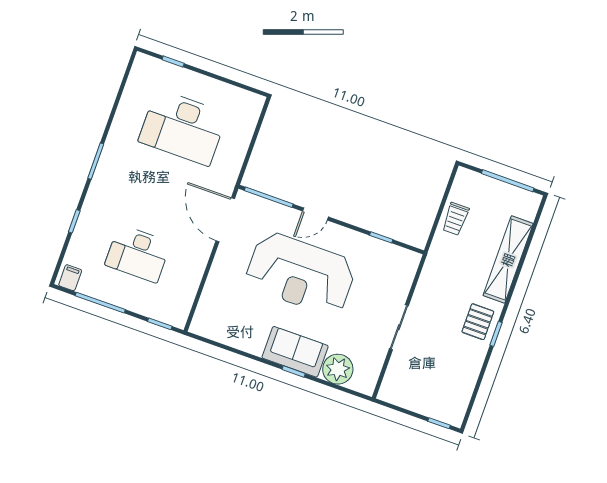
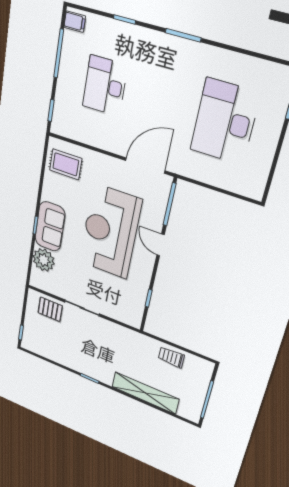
rug: (221, 317) -> (66, 164), added
pallet: (478, 322) -> (50, 309), moved

